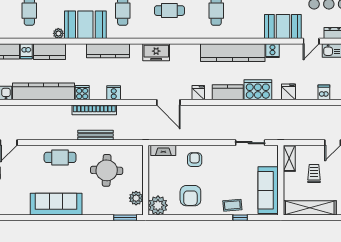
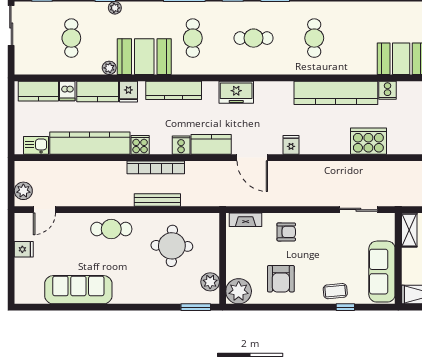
kitchen counter: (228, 92) -> (211, 144), moved
fridge: (289, 92) -> (128, 92), moved, turned 180
armchair: (195, 160) -> (286, 232), turned 90
sofa: (56, 204) -> (78, 290), moved

